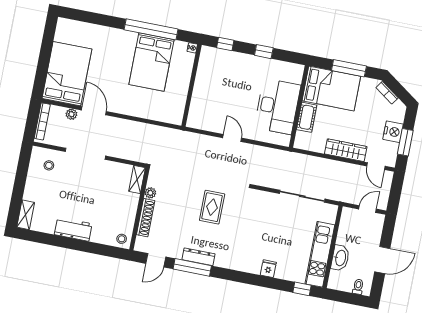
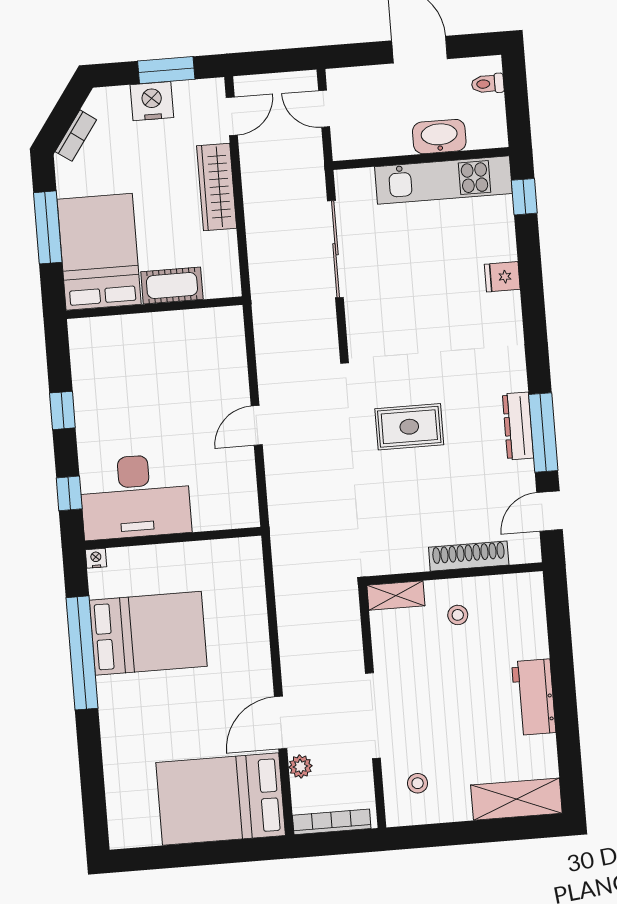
desk: (277, 106) -> (135, 497), moved, turned 180
plant: (150, 193) -> (415, 561), removed
shelving: (26, 215) -> (516, 799), width x1.50, depth x1.33
stool: (122, 239) -> (458, 615), moved
door: (156, 260) -> (550, 511), swing flipped

